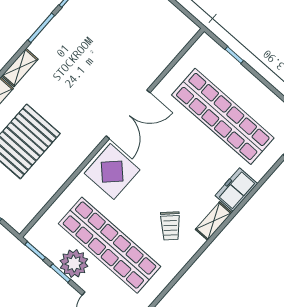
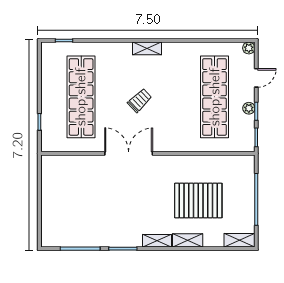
display table: (112, 172) -> (170, 133), removed
freezer: (236, 190) -> (117, 51), removed
trolley: (170, 226) -> (140, 100), moved
plant: (74, 263) -> (249, 108), width x0.53, depth x0.53

